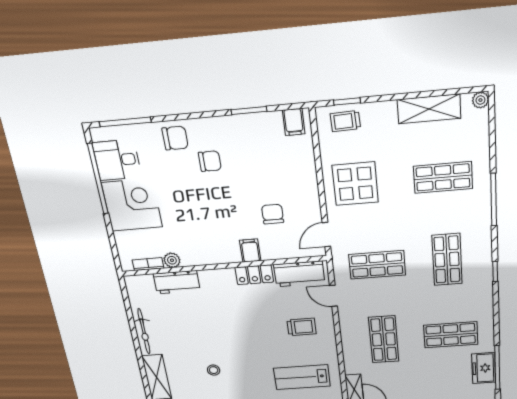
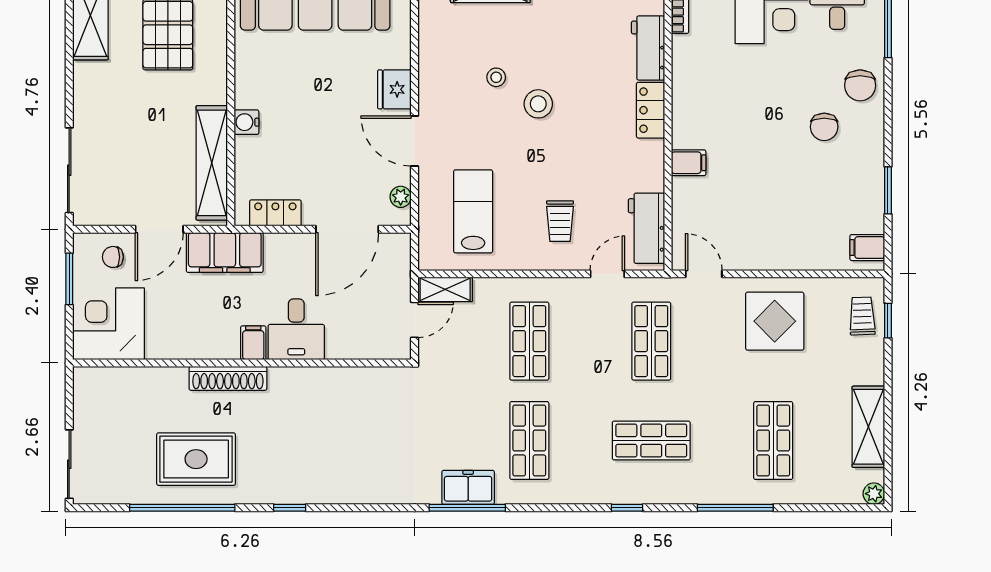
chair: (273, 214) -> (741, 202), removed
plant: (172, 260) -> (683, 48), removed
locker: (254, 275) -> (651, 110), moved
shop shelf: (384, 339) -> (529, 341), turned 90
stool: (226, 345) -> (538, 104), added

